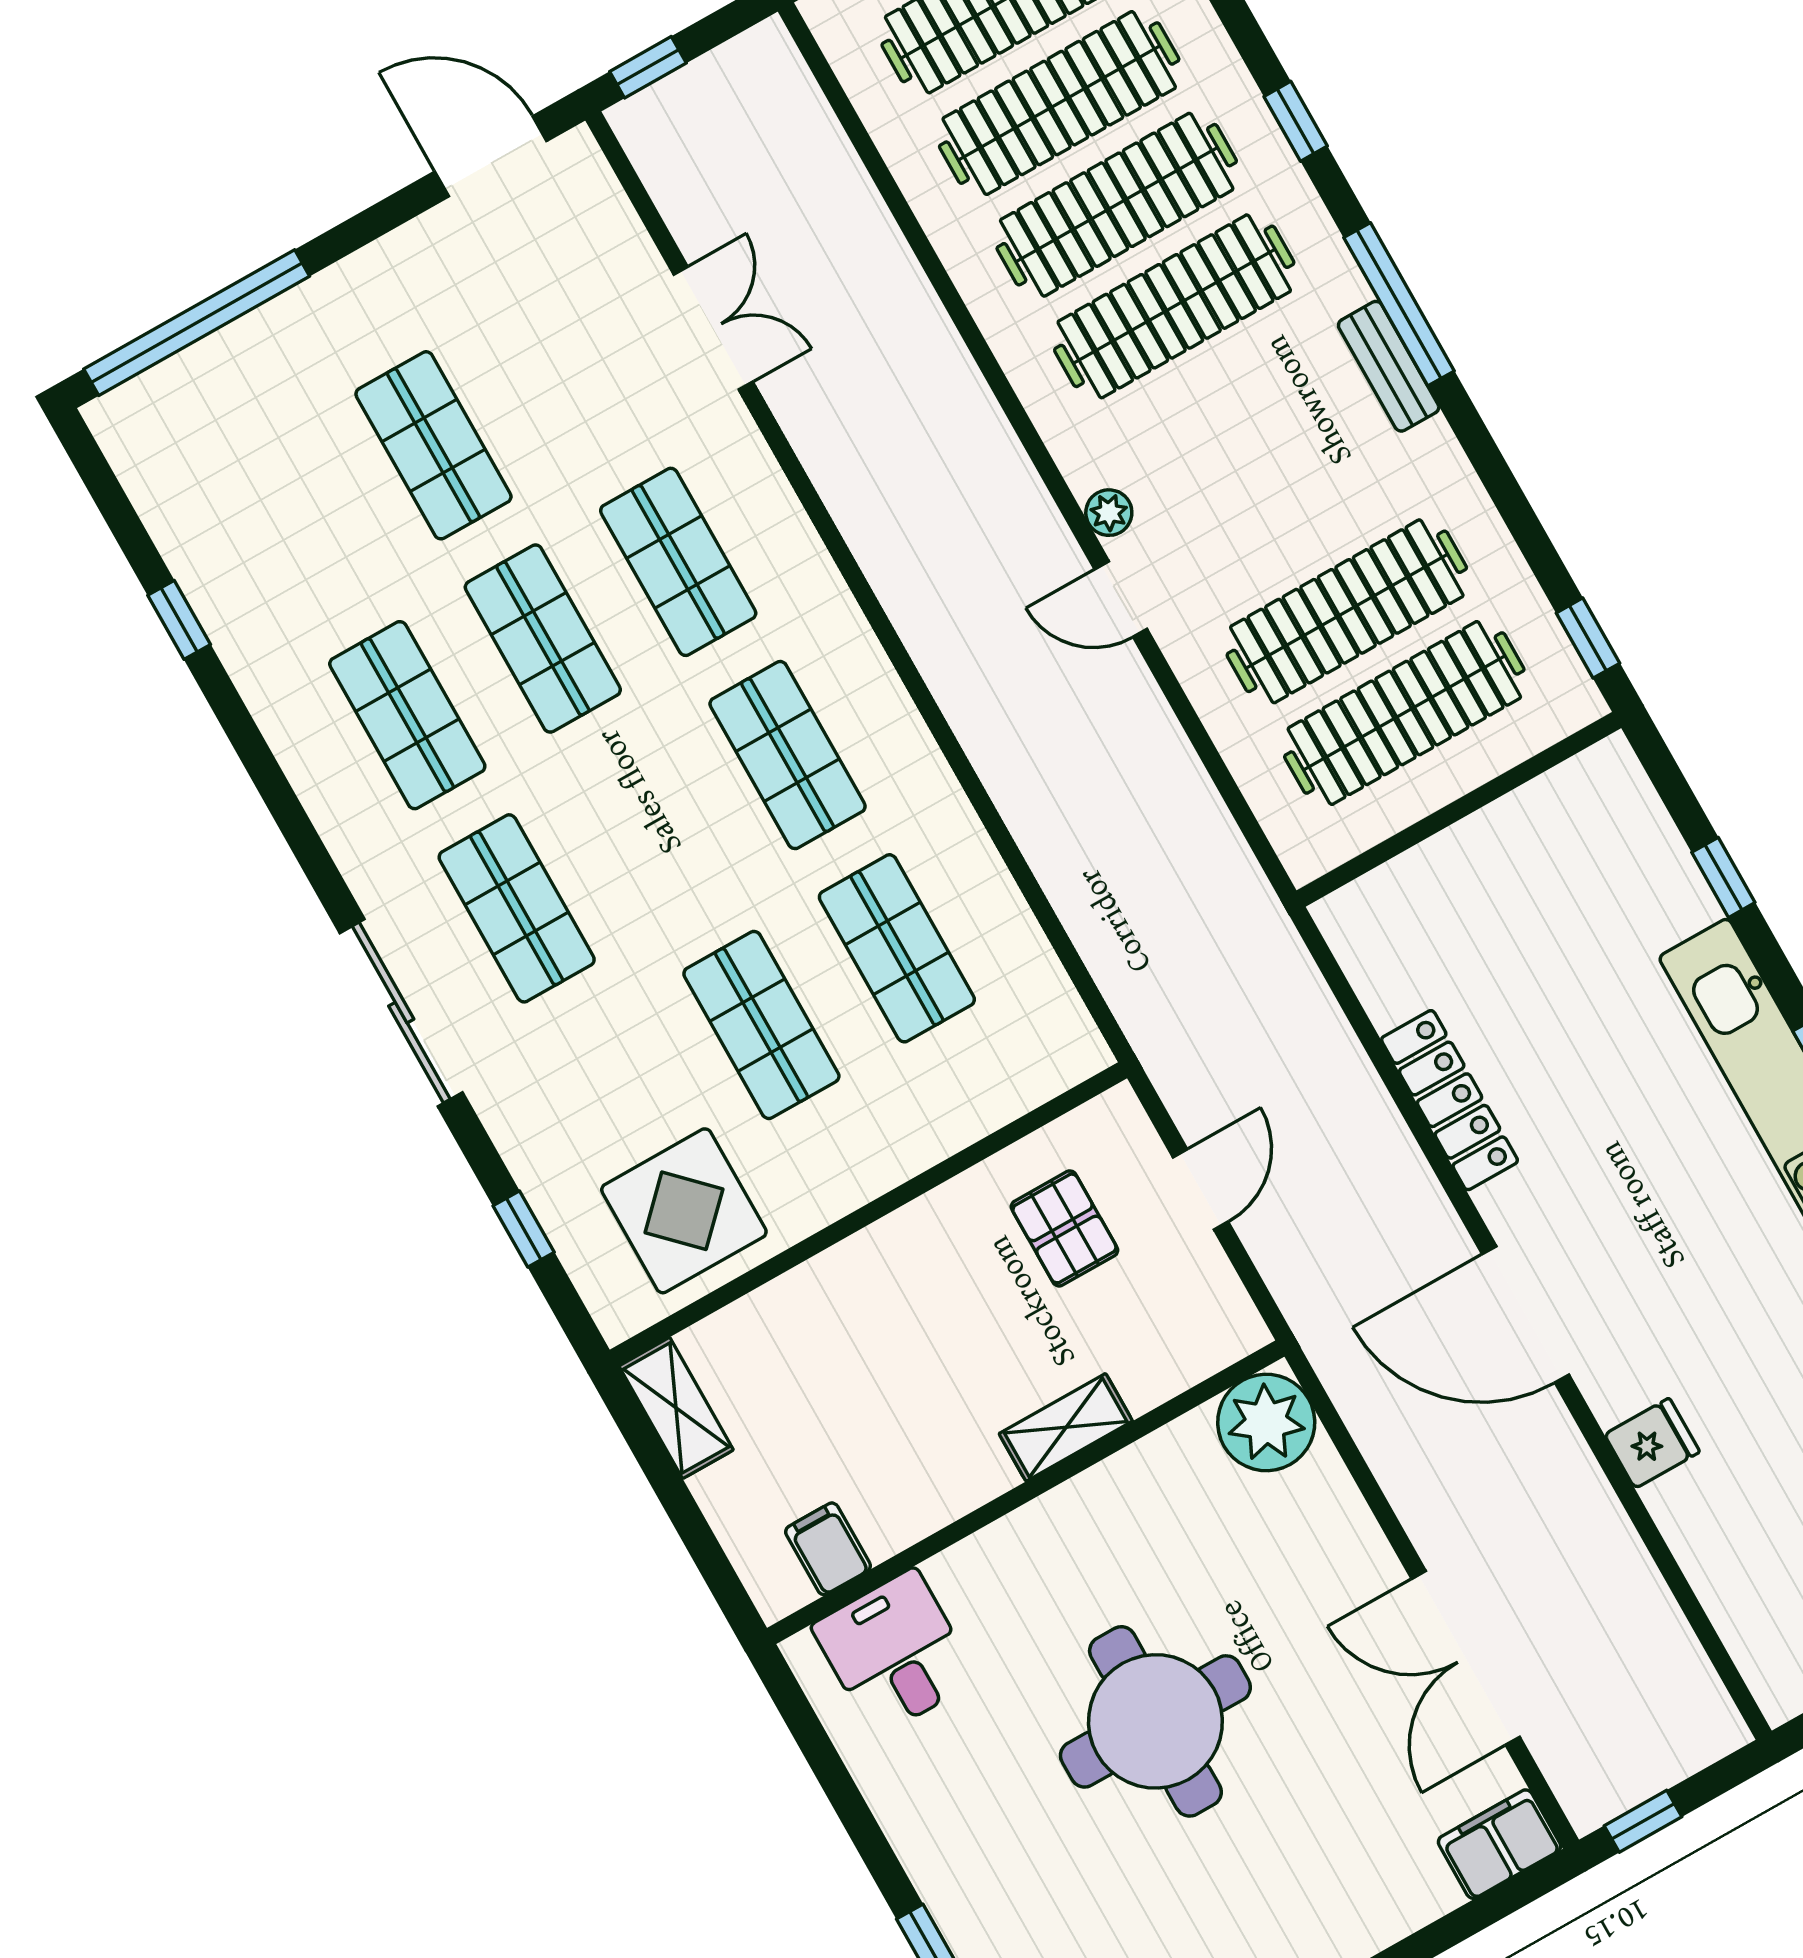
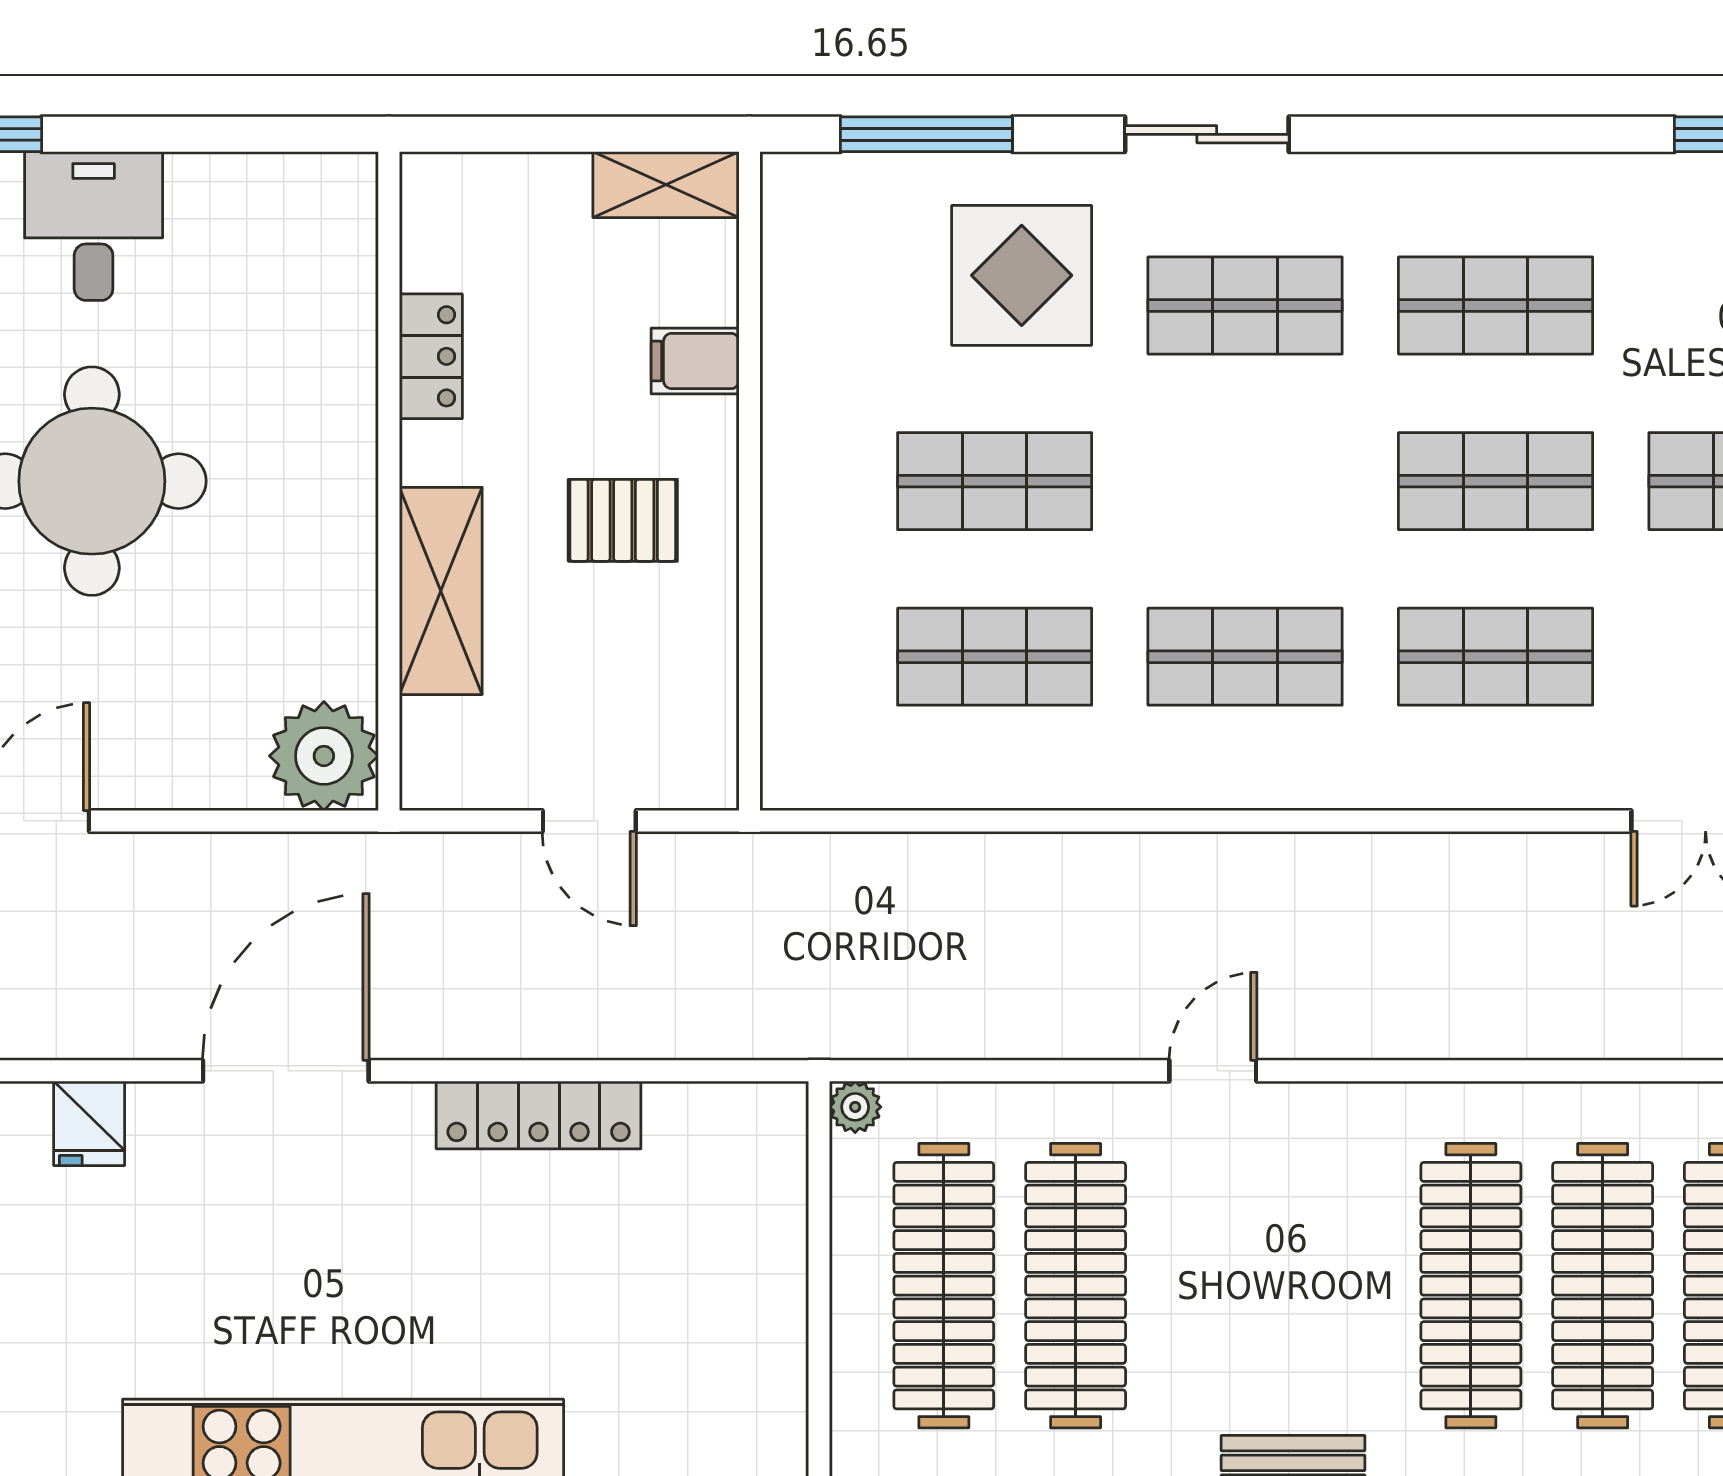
plant: (1109, 513) -> (855, 1107), moved
sliding door: (401, 1013) -> (1207, 134), width x0.73
display table: (684, 1211) -> (1022, 275), moved
pallet: (1064, 1228) -> (623, 520), moved
window: (524, 1229) -> (926, 134), width x2.17
shelving: (1066, 1427) -> (441, 591), width x1.50, depth x1.33
locker: (911, 1514) -> (431, 356), added
filing cabinet: (828, 1549) -> (695, 361), moved, turned 180
desk: (895, 1653) -> (94, 226), moved, turned -90

